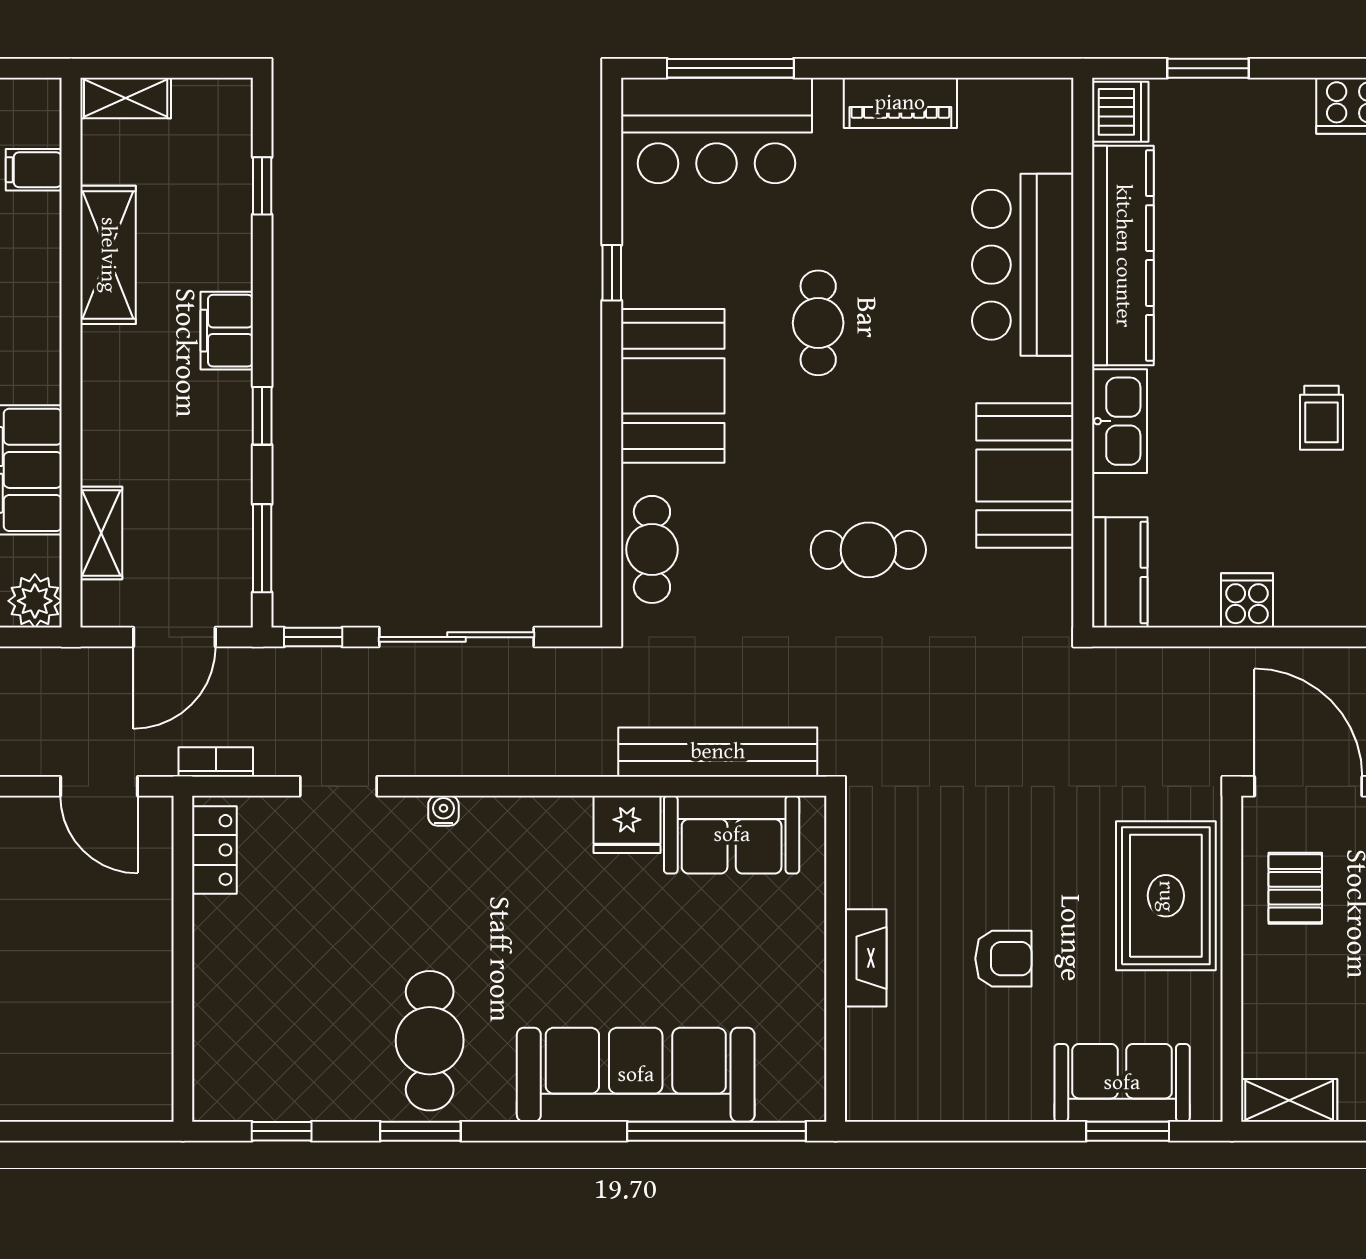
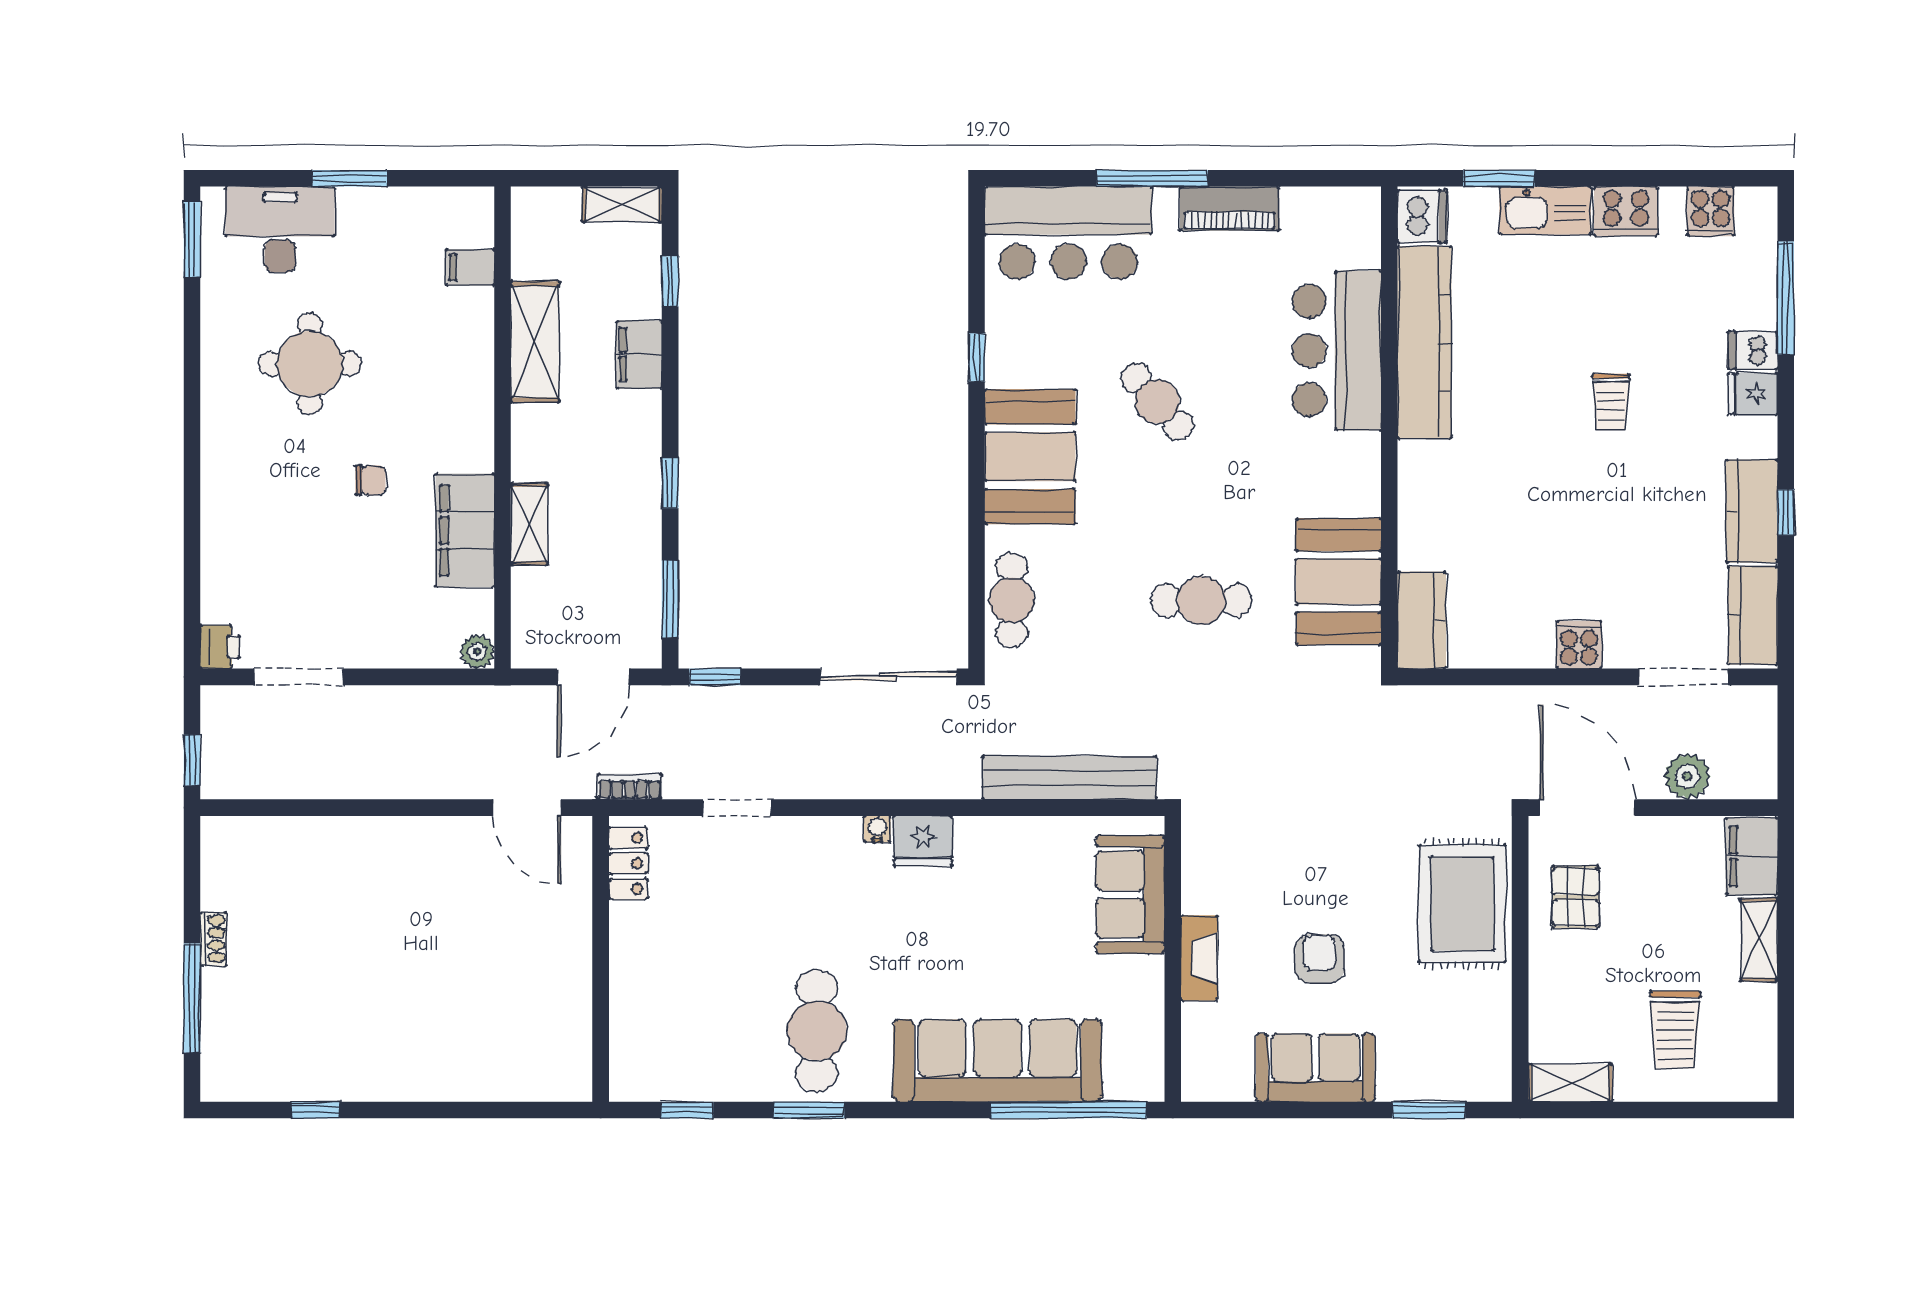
window: (730, 68) -> (1152, 178), moved
shelving: (126, 98) -> (622, 204), moved
cafe table: (818, 323) -> (1157, 402), turned -42
filing cabinet: (227, 331) -> (639, 355), moved
trolley: (1322, 418) -> (1611, 402), moved
kitchen sink: (1119, 421) -> (1545, 211), moved, turned 90
booth: (1025, 475) -> (1339, 582), moved
shelving: (101, 533) -> (529, 524), moved
cooker: (1247, 600) -> (1579, 645), moved
plant: (35, 601) -> (477, 652), width x0.73, depth x0.73
sliding door: (457, 637) -> (889, 677), moved
water cooler: (443, 811) -> (877, 829), moved
fridge: (627, 824) -> (923, 841), moved
sofa: (732, 835) -> (1130, 894), moved, turned 90
armchair: (1003, 959) -> (1320, 959), turned -90
sofa: (1122, 1083) -> (1315, 1068), moved

